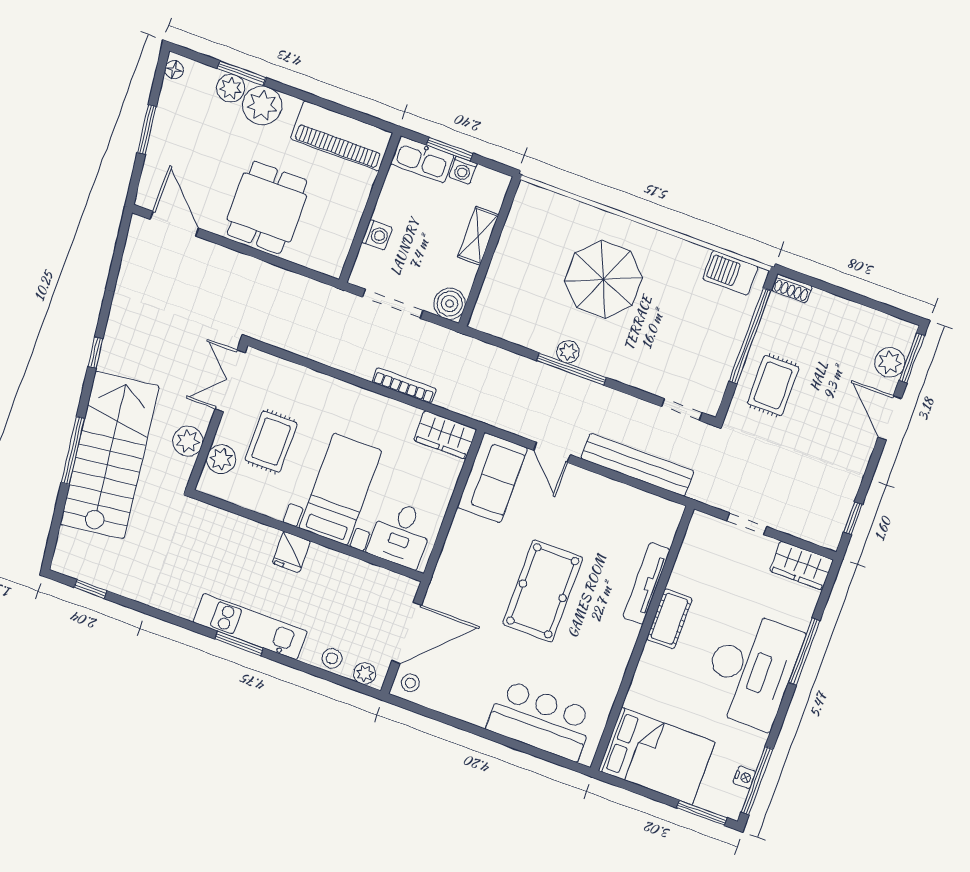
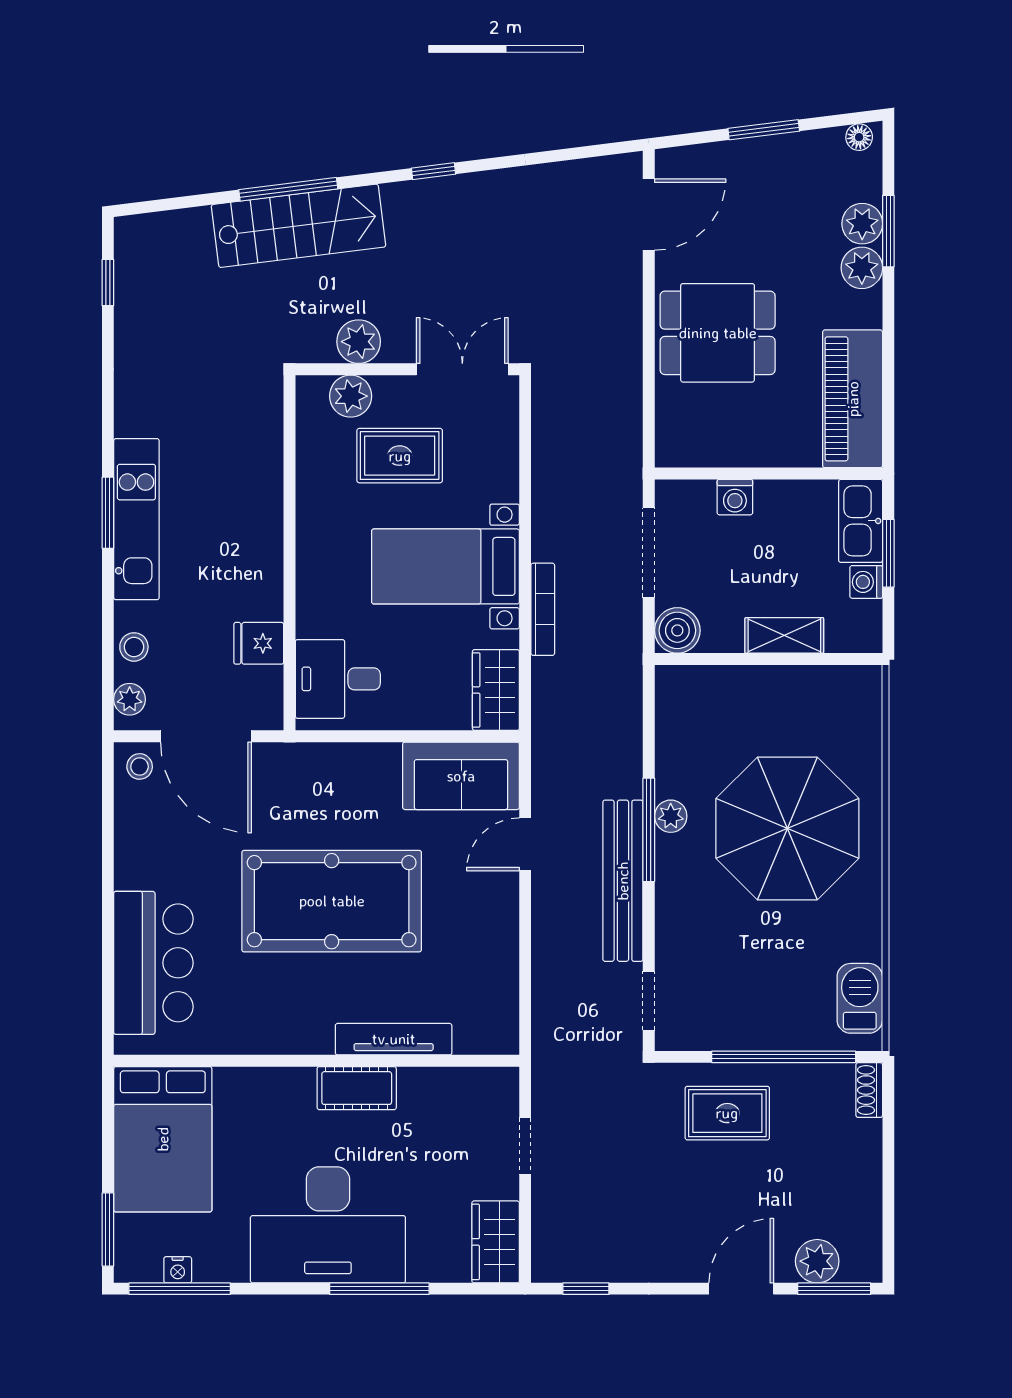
plant: (262, 106) -> (862, 268), width x0.73, depth x0.73
parasol: (603, 279) -> (787, 828), width x1.36, depth x1.36
stairs: (110, 455) -> (299, 226), width x0.73, depth x0.66
bench: (637, 465) -> (623, 881), moved
bed with nightstands: (340, 489) -> (445, 566), moved, turned 180
fridge: (291, 552) -> (259, 643), moved
pool table: (543, 591) -> (332, 901), width x1.36, depth x1.32

